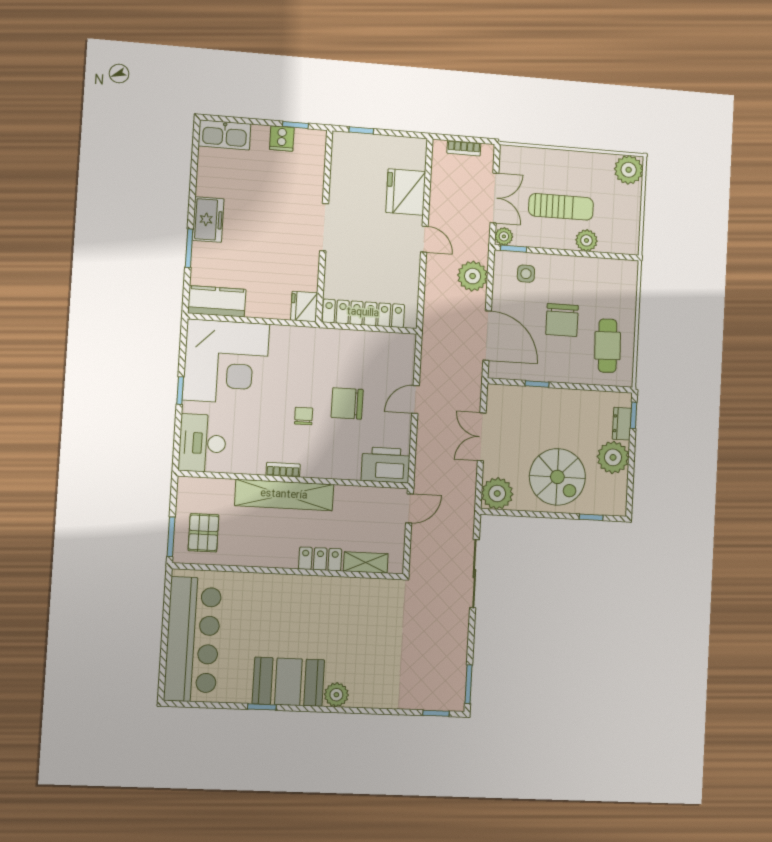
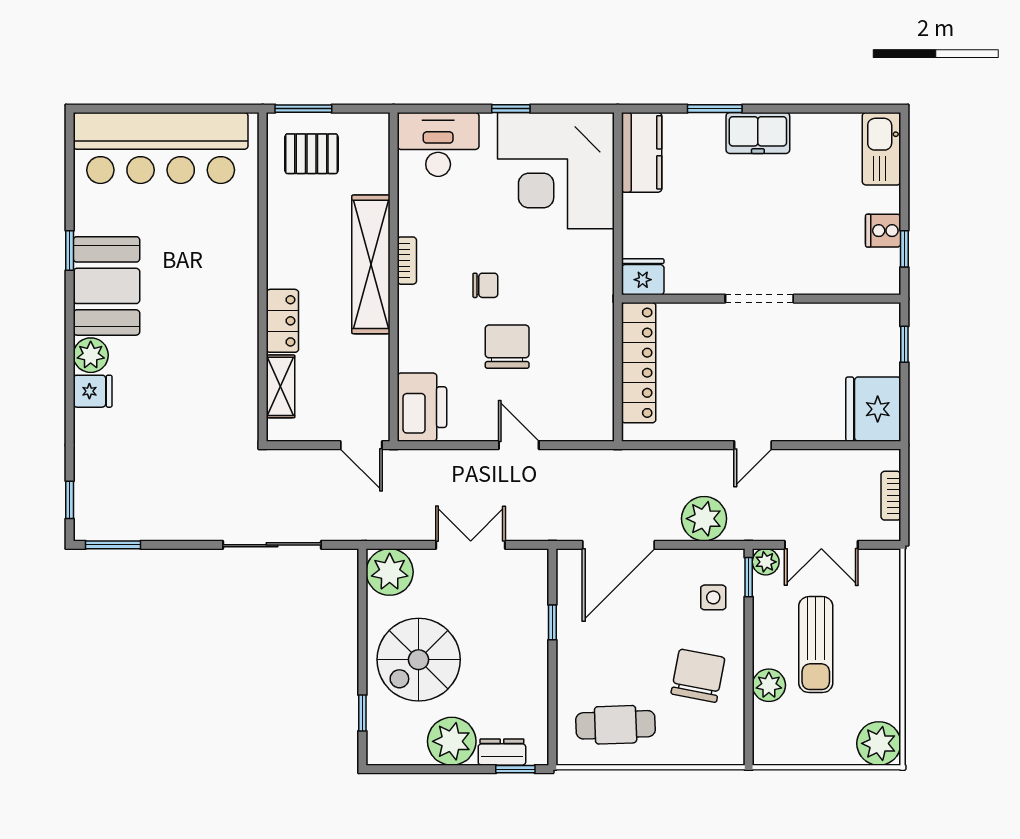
fridge: (406, 192) -> (873, 409), moved, turned -90
chair: (562, 320) -> (698, 676), moved, turned 101
fridge: (362, 694) -> (93, 391), added

